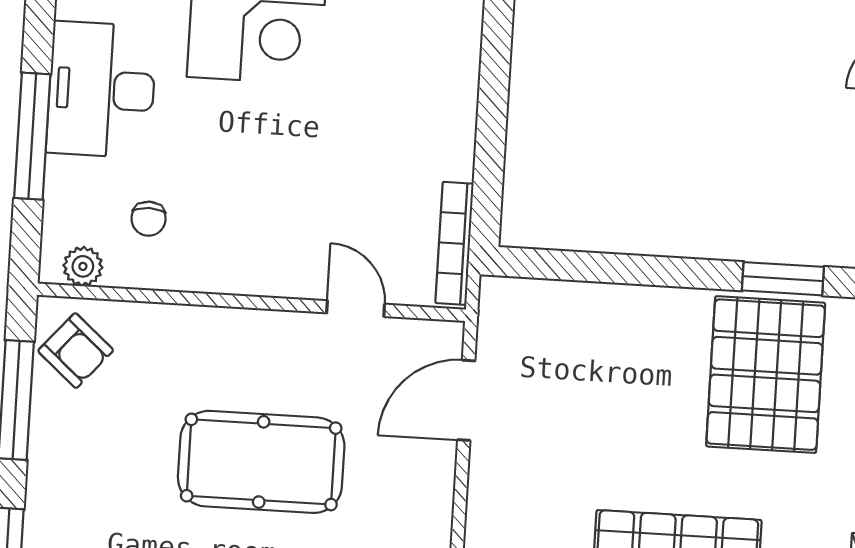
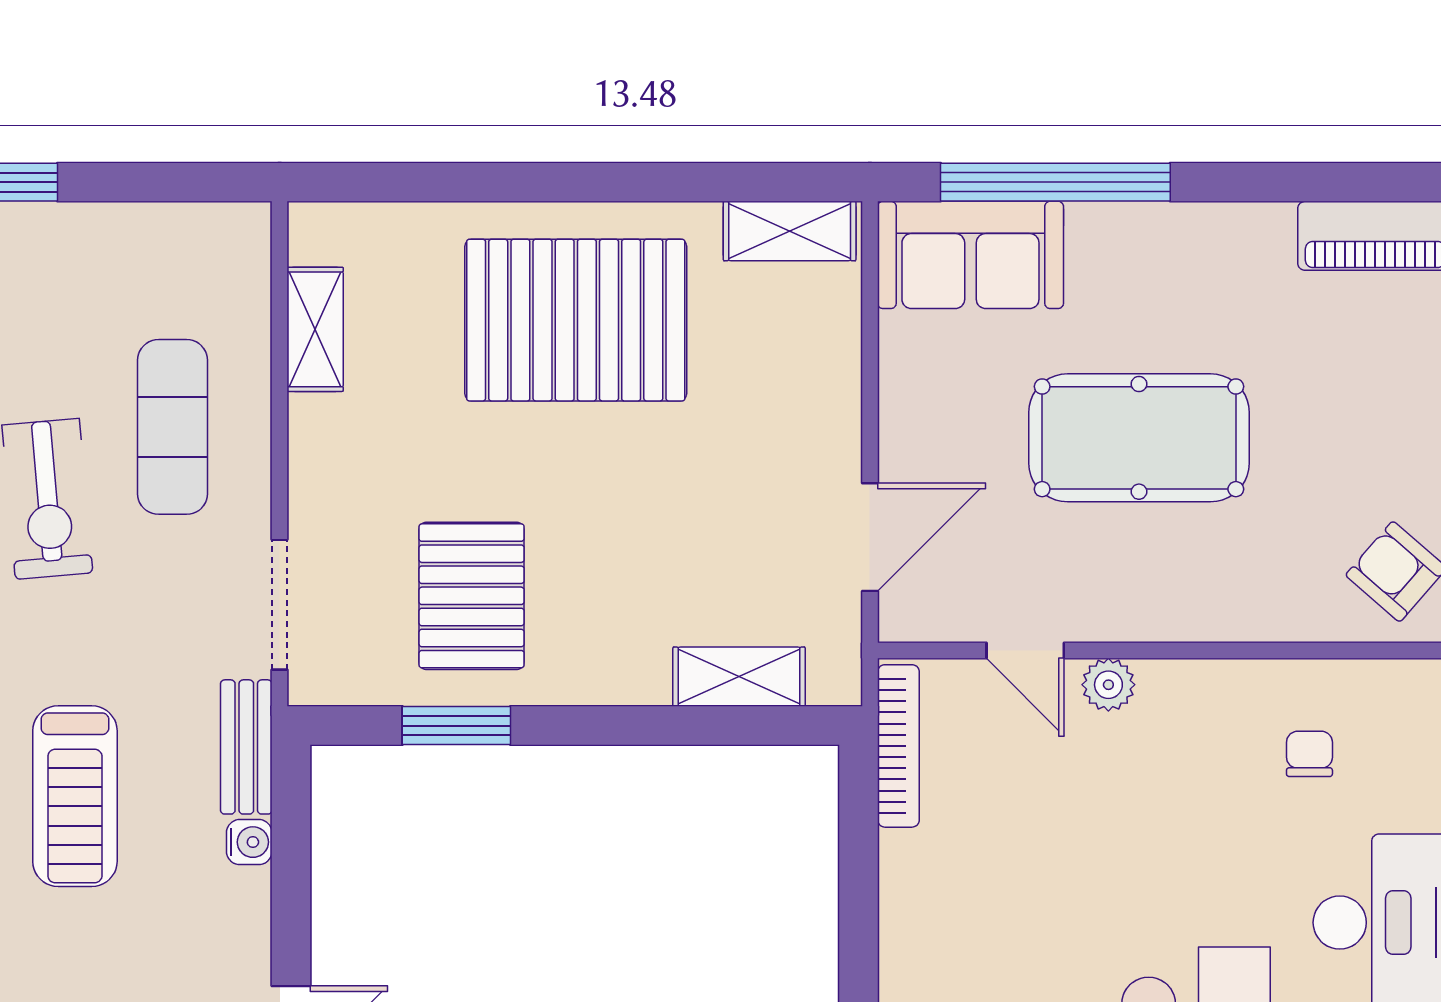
plant: (83, 266) -> (1108, 685), moved
shelving: (570, 302) -> (739, 677), added
pallet: (766, 375) -> (472, 596), width x0.73, depth x0.71

